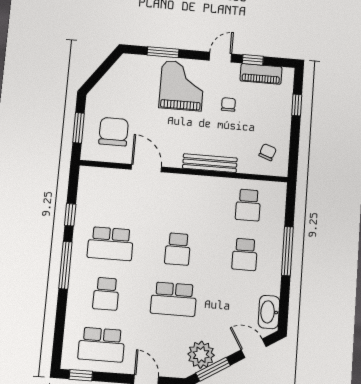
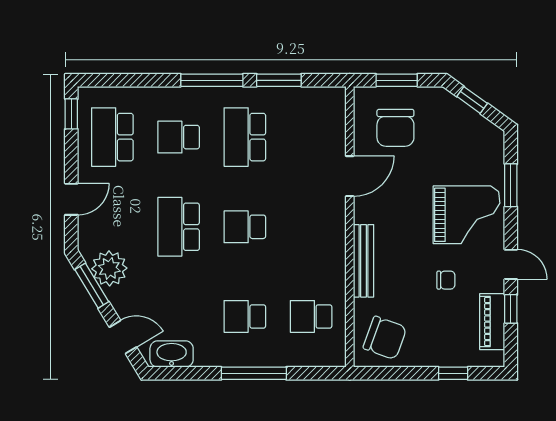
window: (98, 75) -> (472, 100), added
chair: (114, 132) -> (395, 128), turned 90
chair: (268, 152) -> (385, 338), width x1.87, depth x1.87
window: (70, 215) -> (279, 80), width x1.50
door: (254, 348) -> (123, 337), hinge flipped

